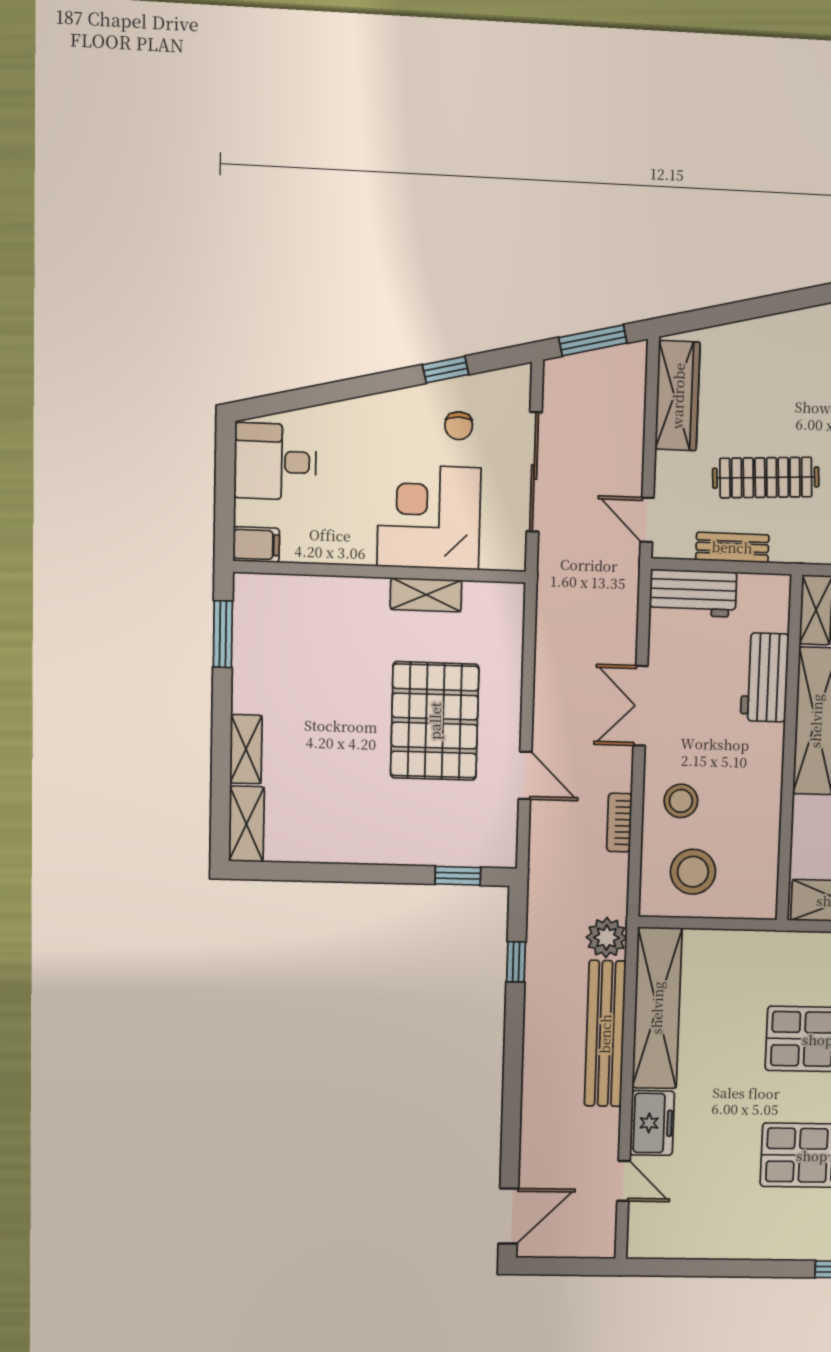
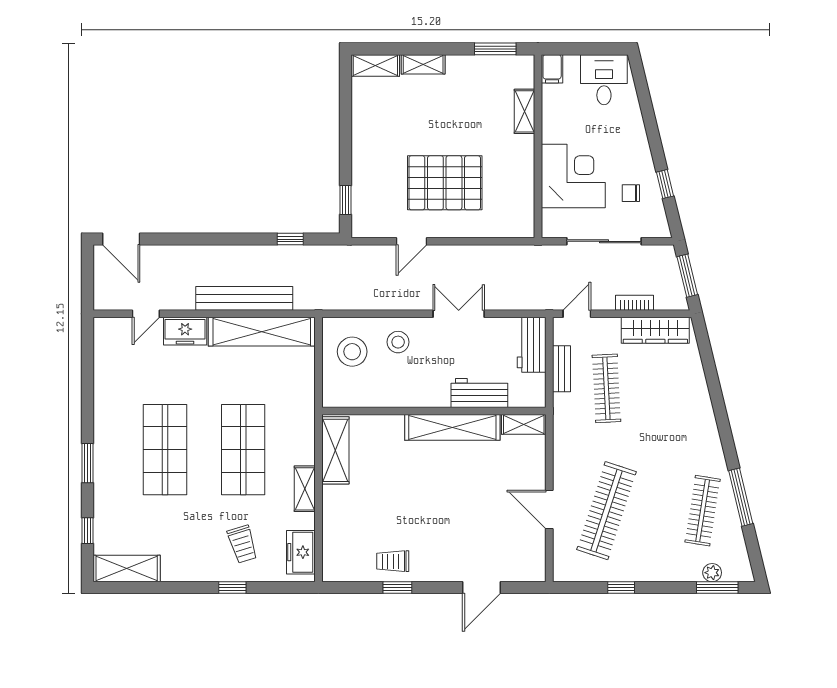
shelving: (426, 595) -> (525, 111), moved
bookcase: (619, 823) -> (634, 303), moved
plant: (607, 938) -> (308, 297), removed

